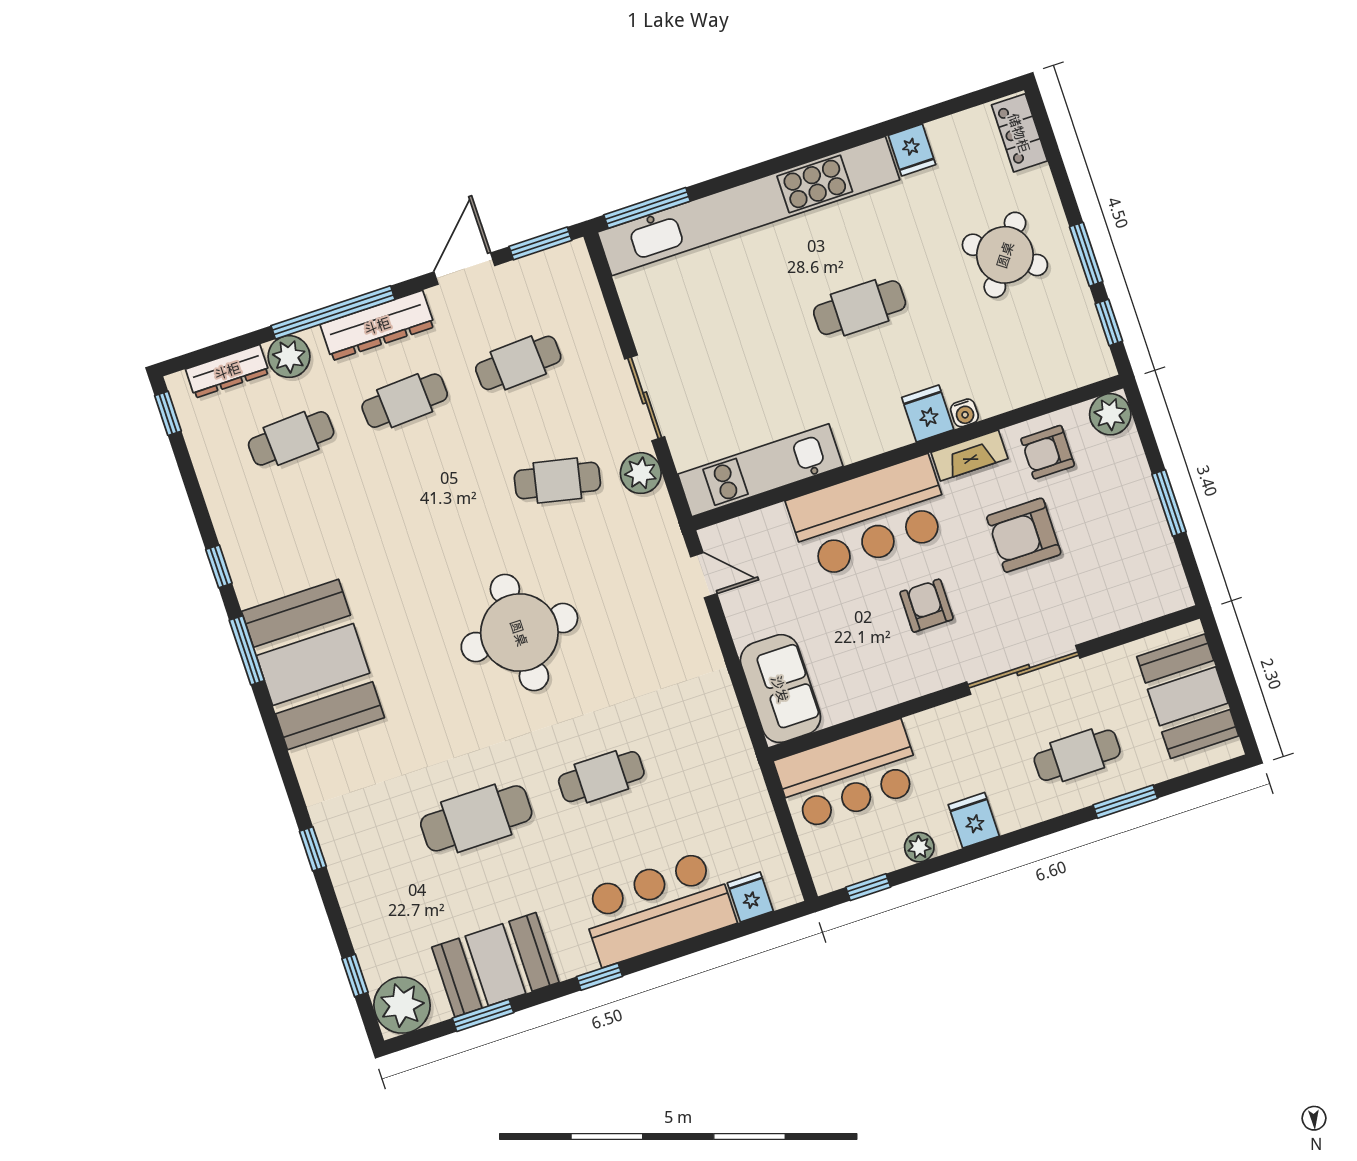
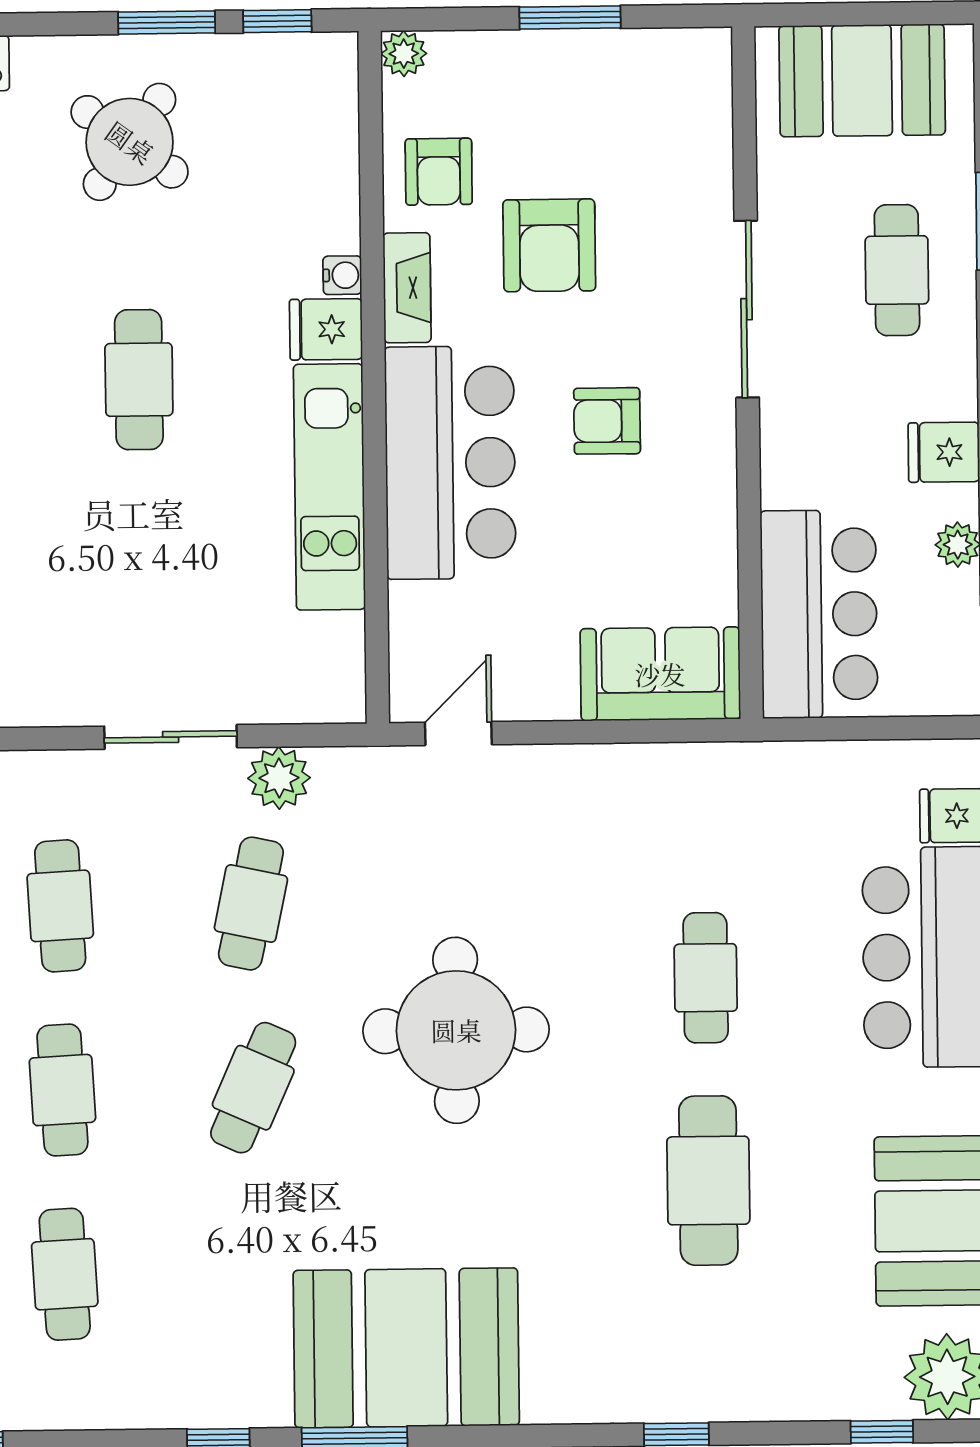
plant: (1110, 414) -> (404, 54), width x0.73, depth x0.73
kitchen unit: (760, 470) -> (329, 487), moved
cafe table: (444, 518) -> (253, 1088), added

